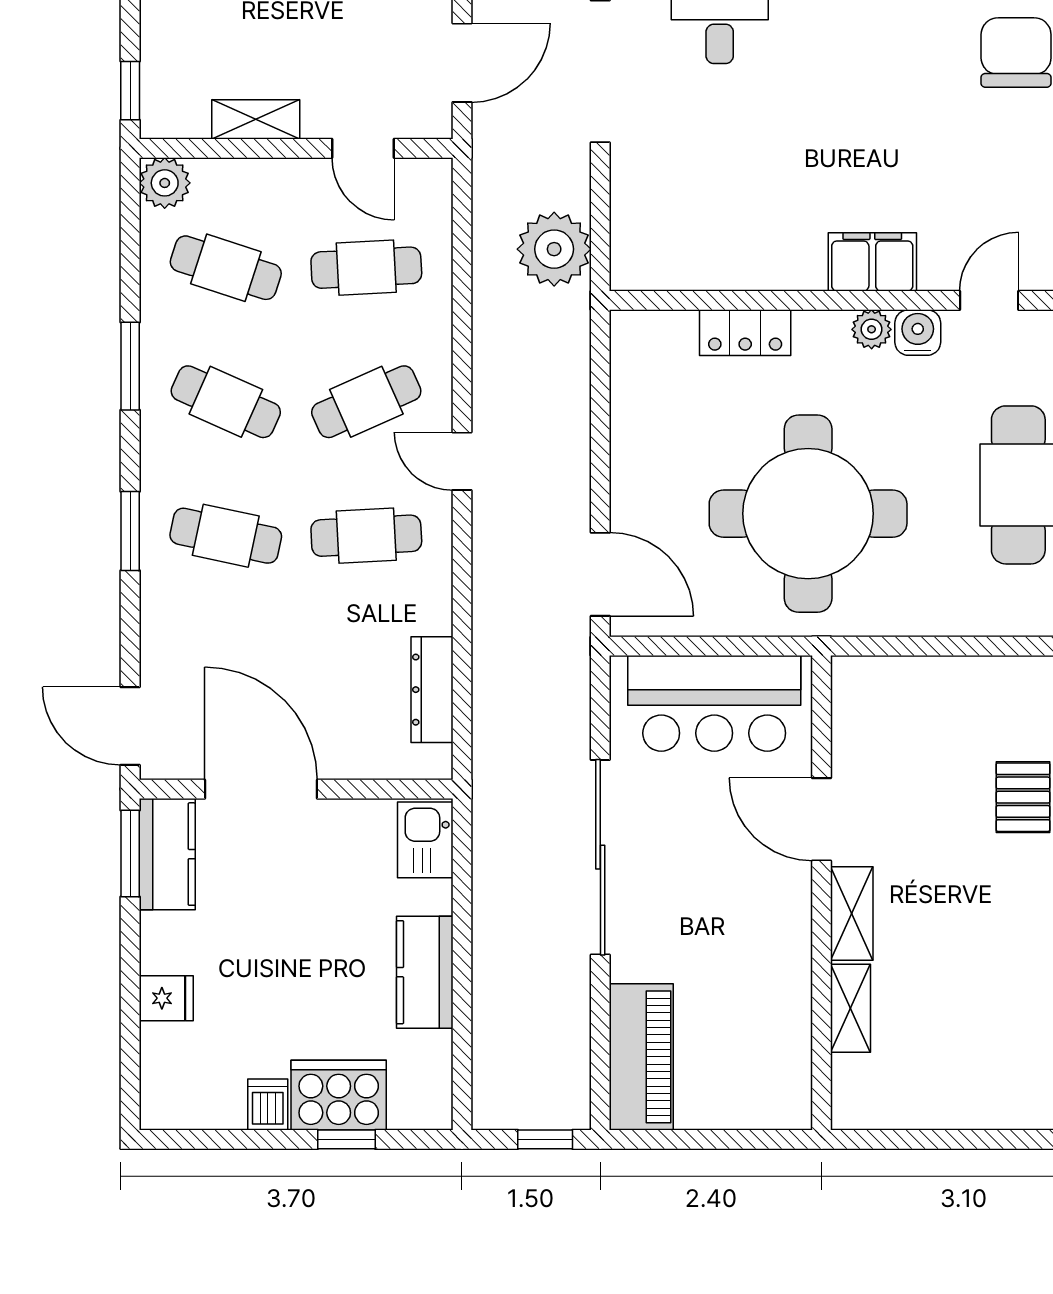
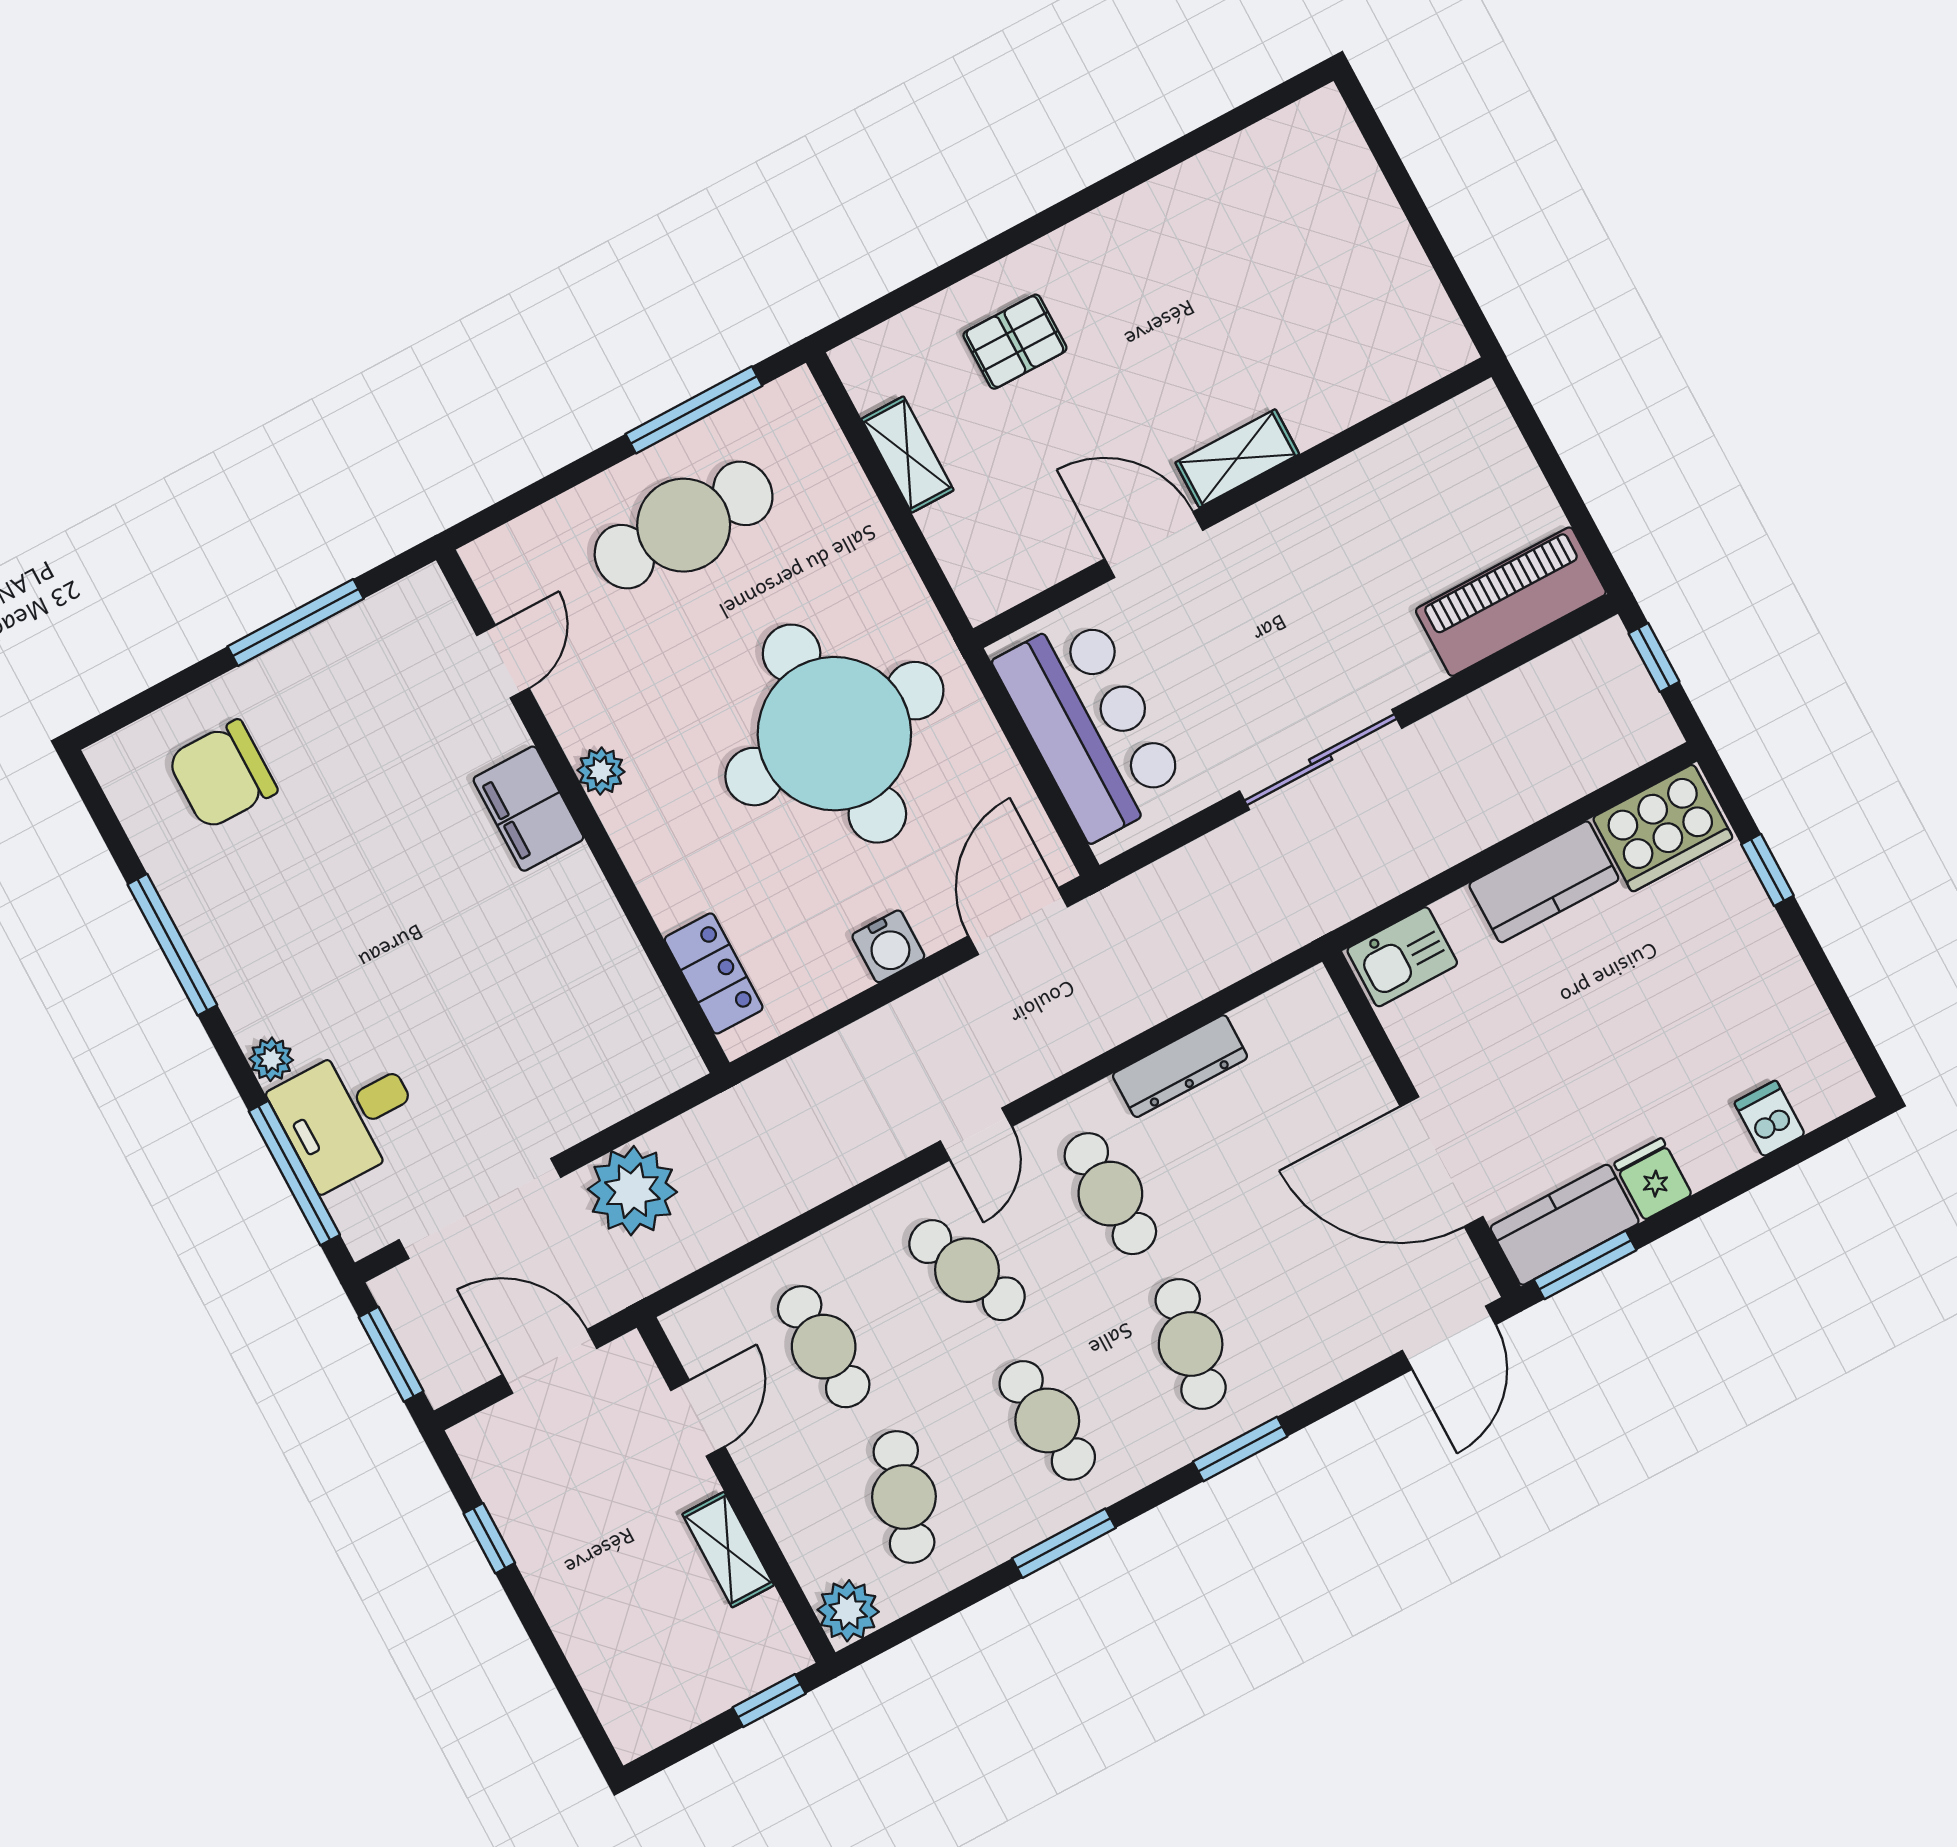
plant: (554, 249) -> (632, 1191), moved
door: (989, 300) -> (503, 662), swing flipped
locker: (745, 333) -> (714, 973), moved
water cooler: (918, 333) -> (888, 946), moved, turned -90
cafe table: (226, 402) -> (1047, 1420), turned -30
dresser: (432, 690) -> (1180, 1066), moved
door: (261, 789) -> (1442, 1162), hinge flipped
door: (822, 819) -> (1154, 545), swing flipped
sliding door: (600, 857) -> (1321, 760), width x0.73
fridge: (166, 998) -> (1653, 1179), moved
shelving: (851, 1008) -> (908, 455), moved, turned 90
cooker: (339, 1095) -> (1663, 828), moved, turned -90
dishwasher: (268, 1105) -> (1770, 1118), moved, turned 90

